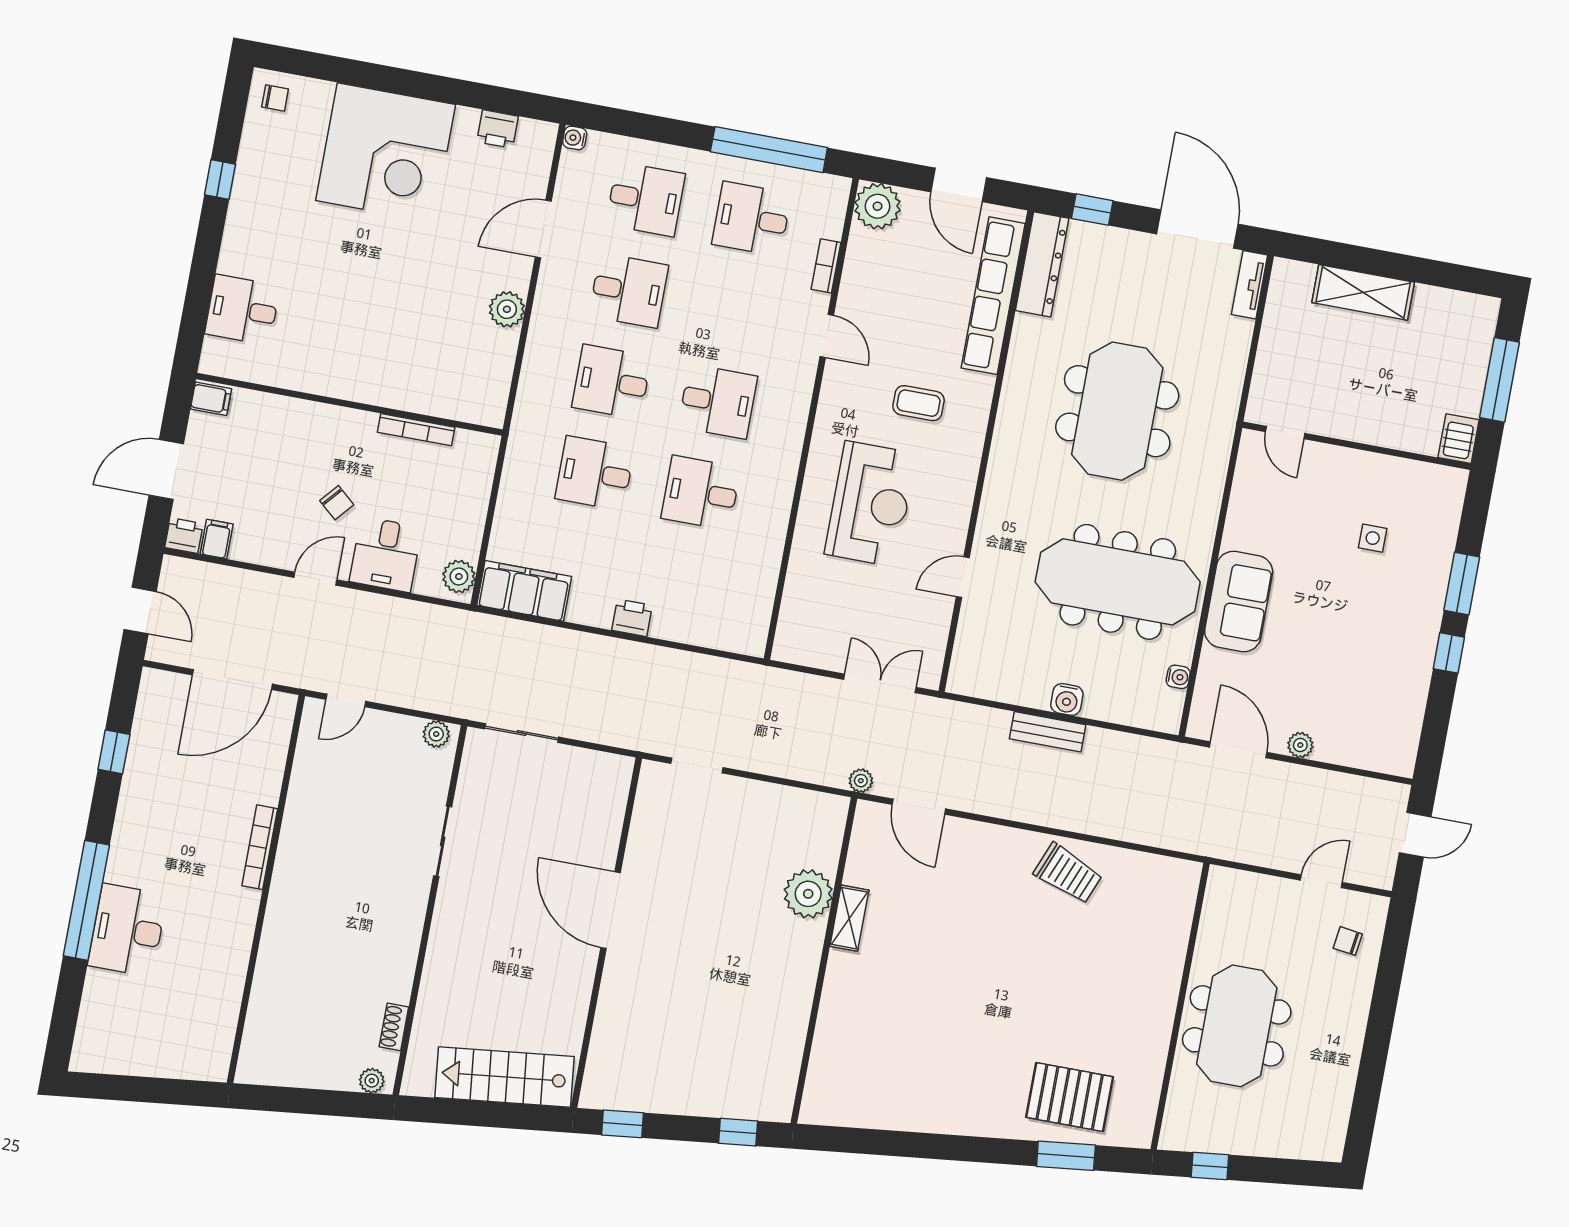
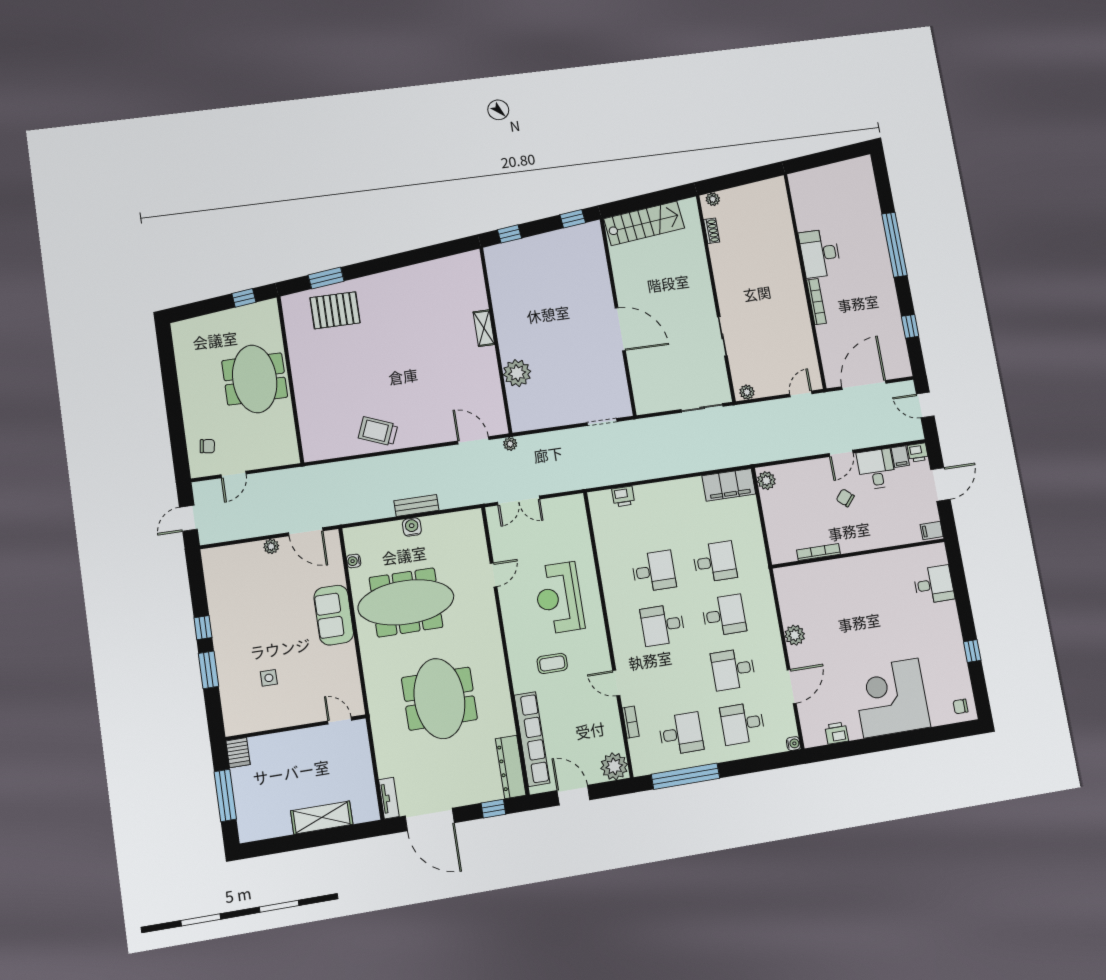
desk: (386, 554) -> (876, 469), moved
printer: (632, 618) -> (623, 496), moved
shelving: (849, 918) -> (484, 328), moved
desk: (127, 930) -> (820, 253), moved, turned 180

